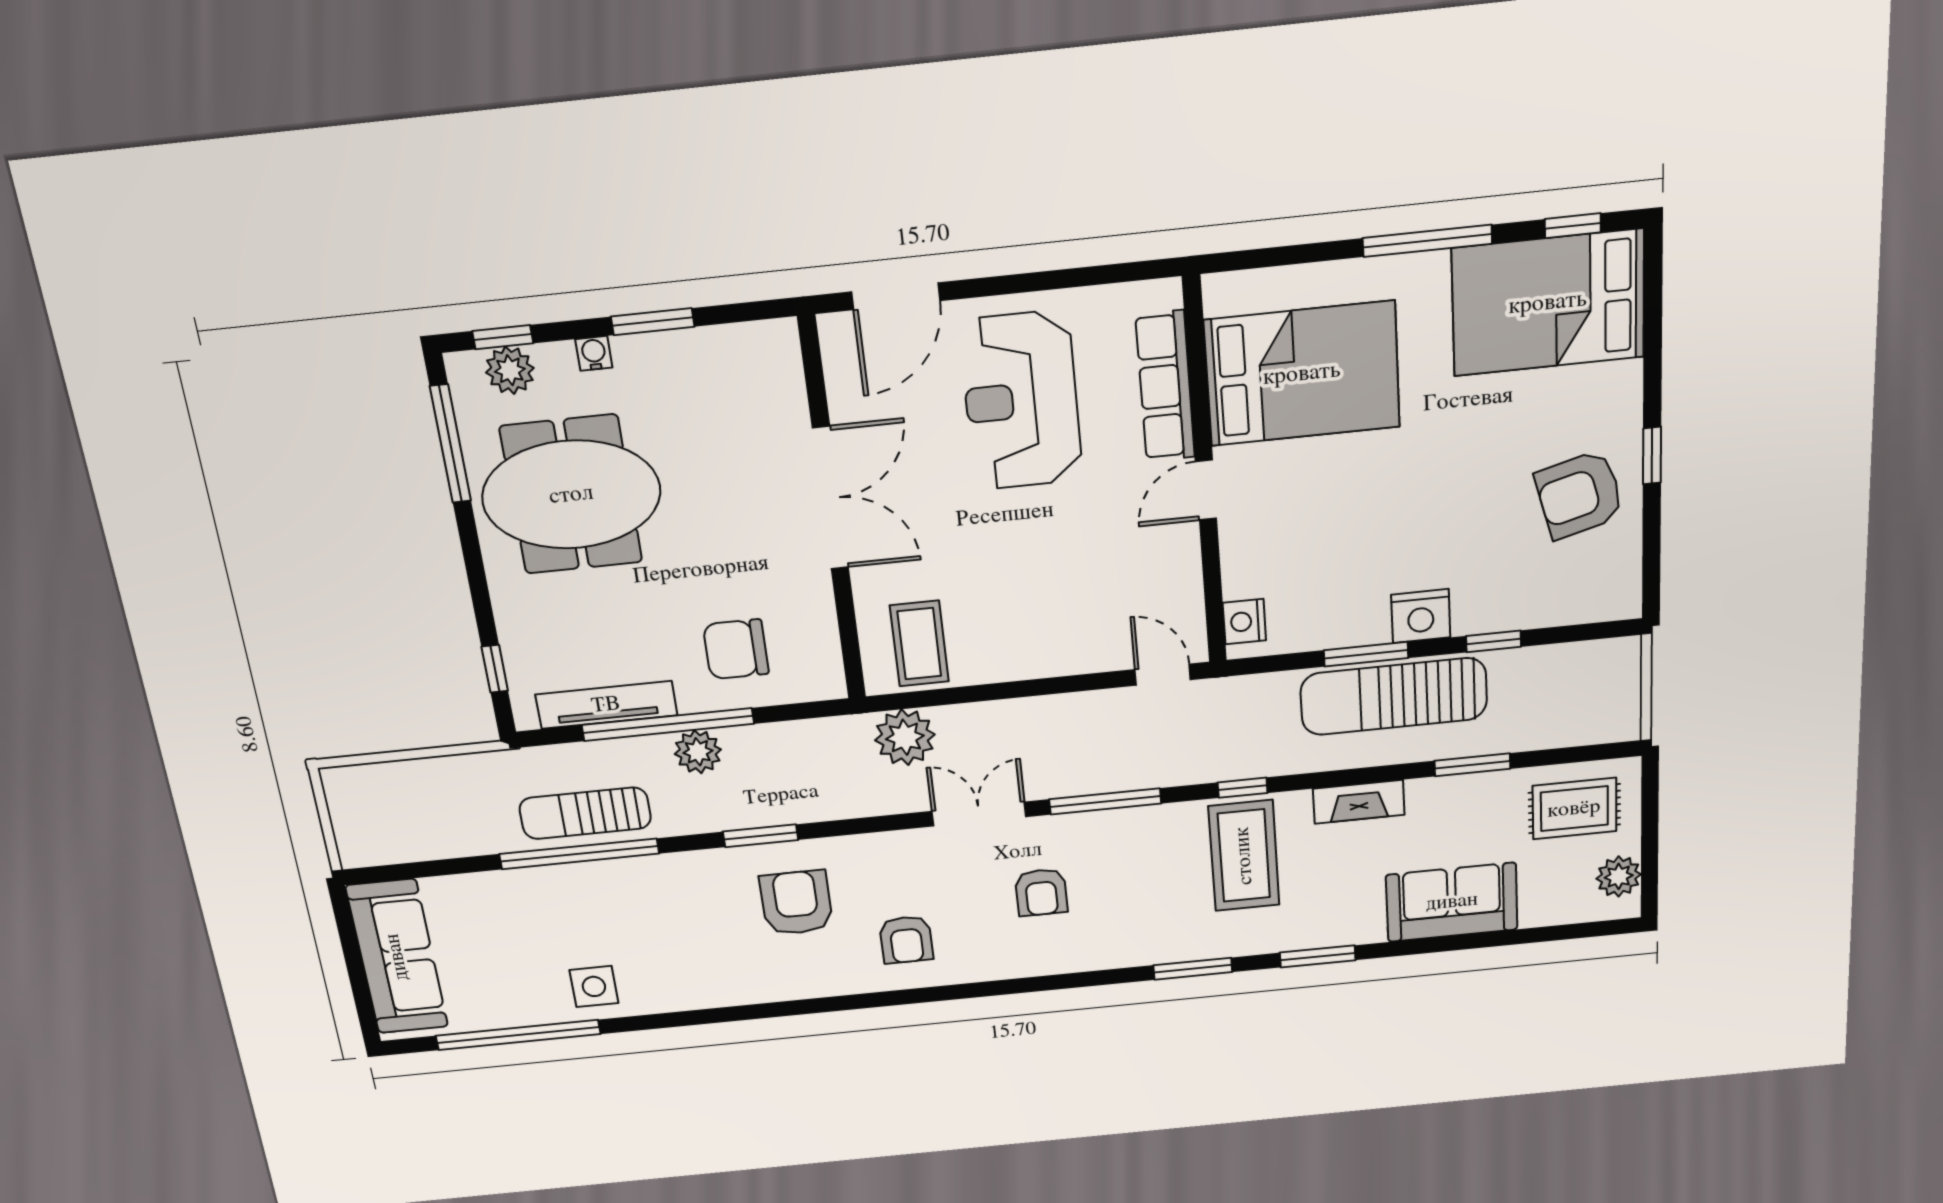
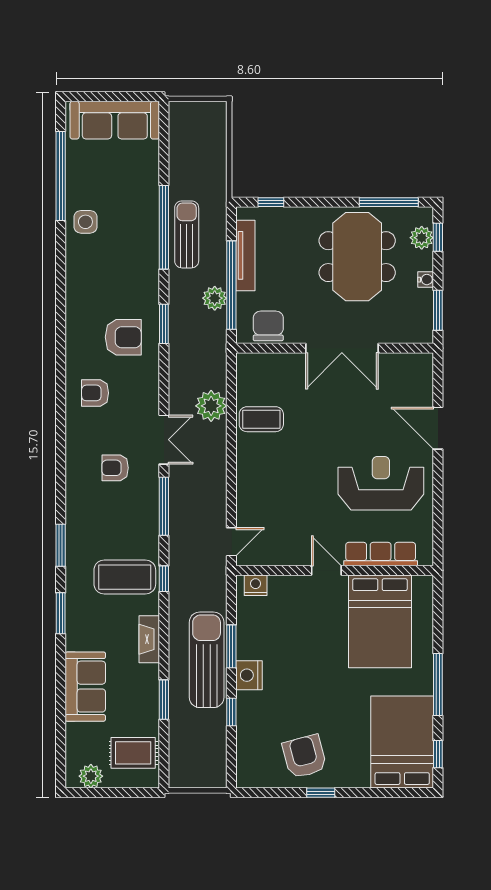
double door: (831, 498) -> (342, 348), moved
wall: (832, 512) -> (335, 348), moved
rug: (1574, 809) -> (133, 753), turned 90

